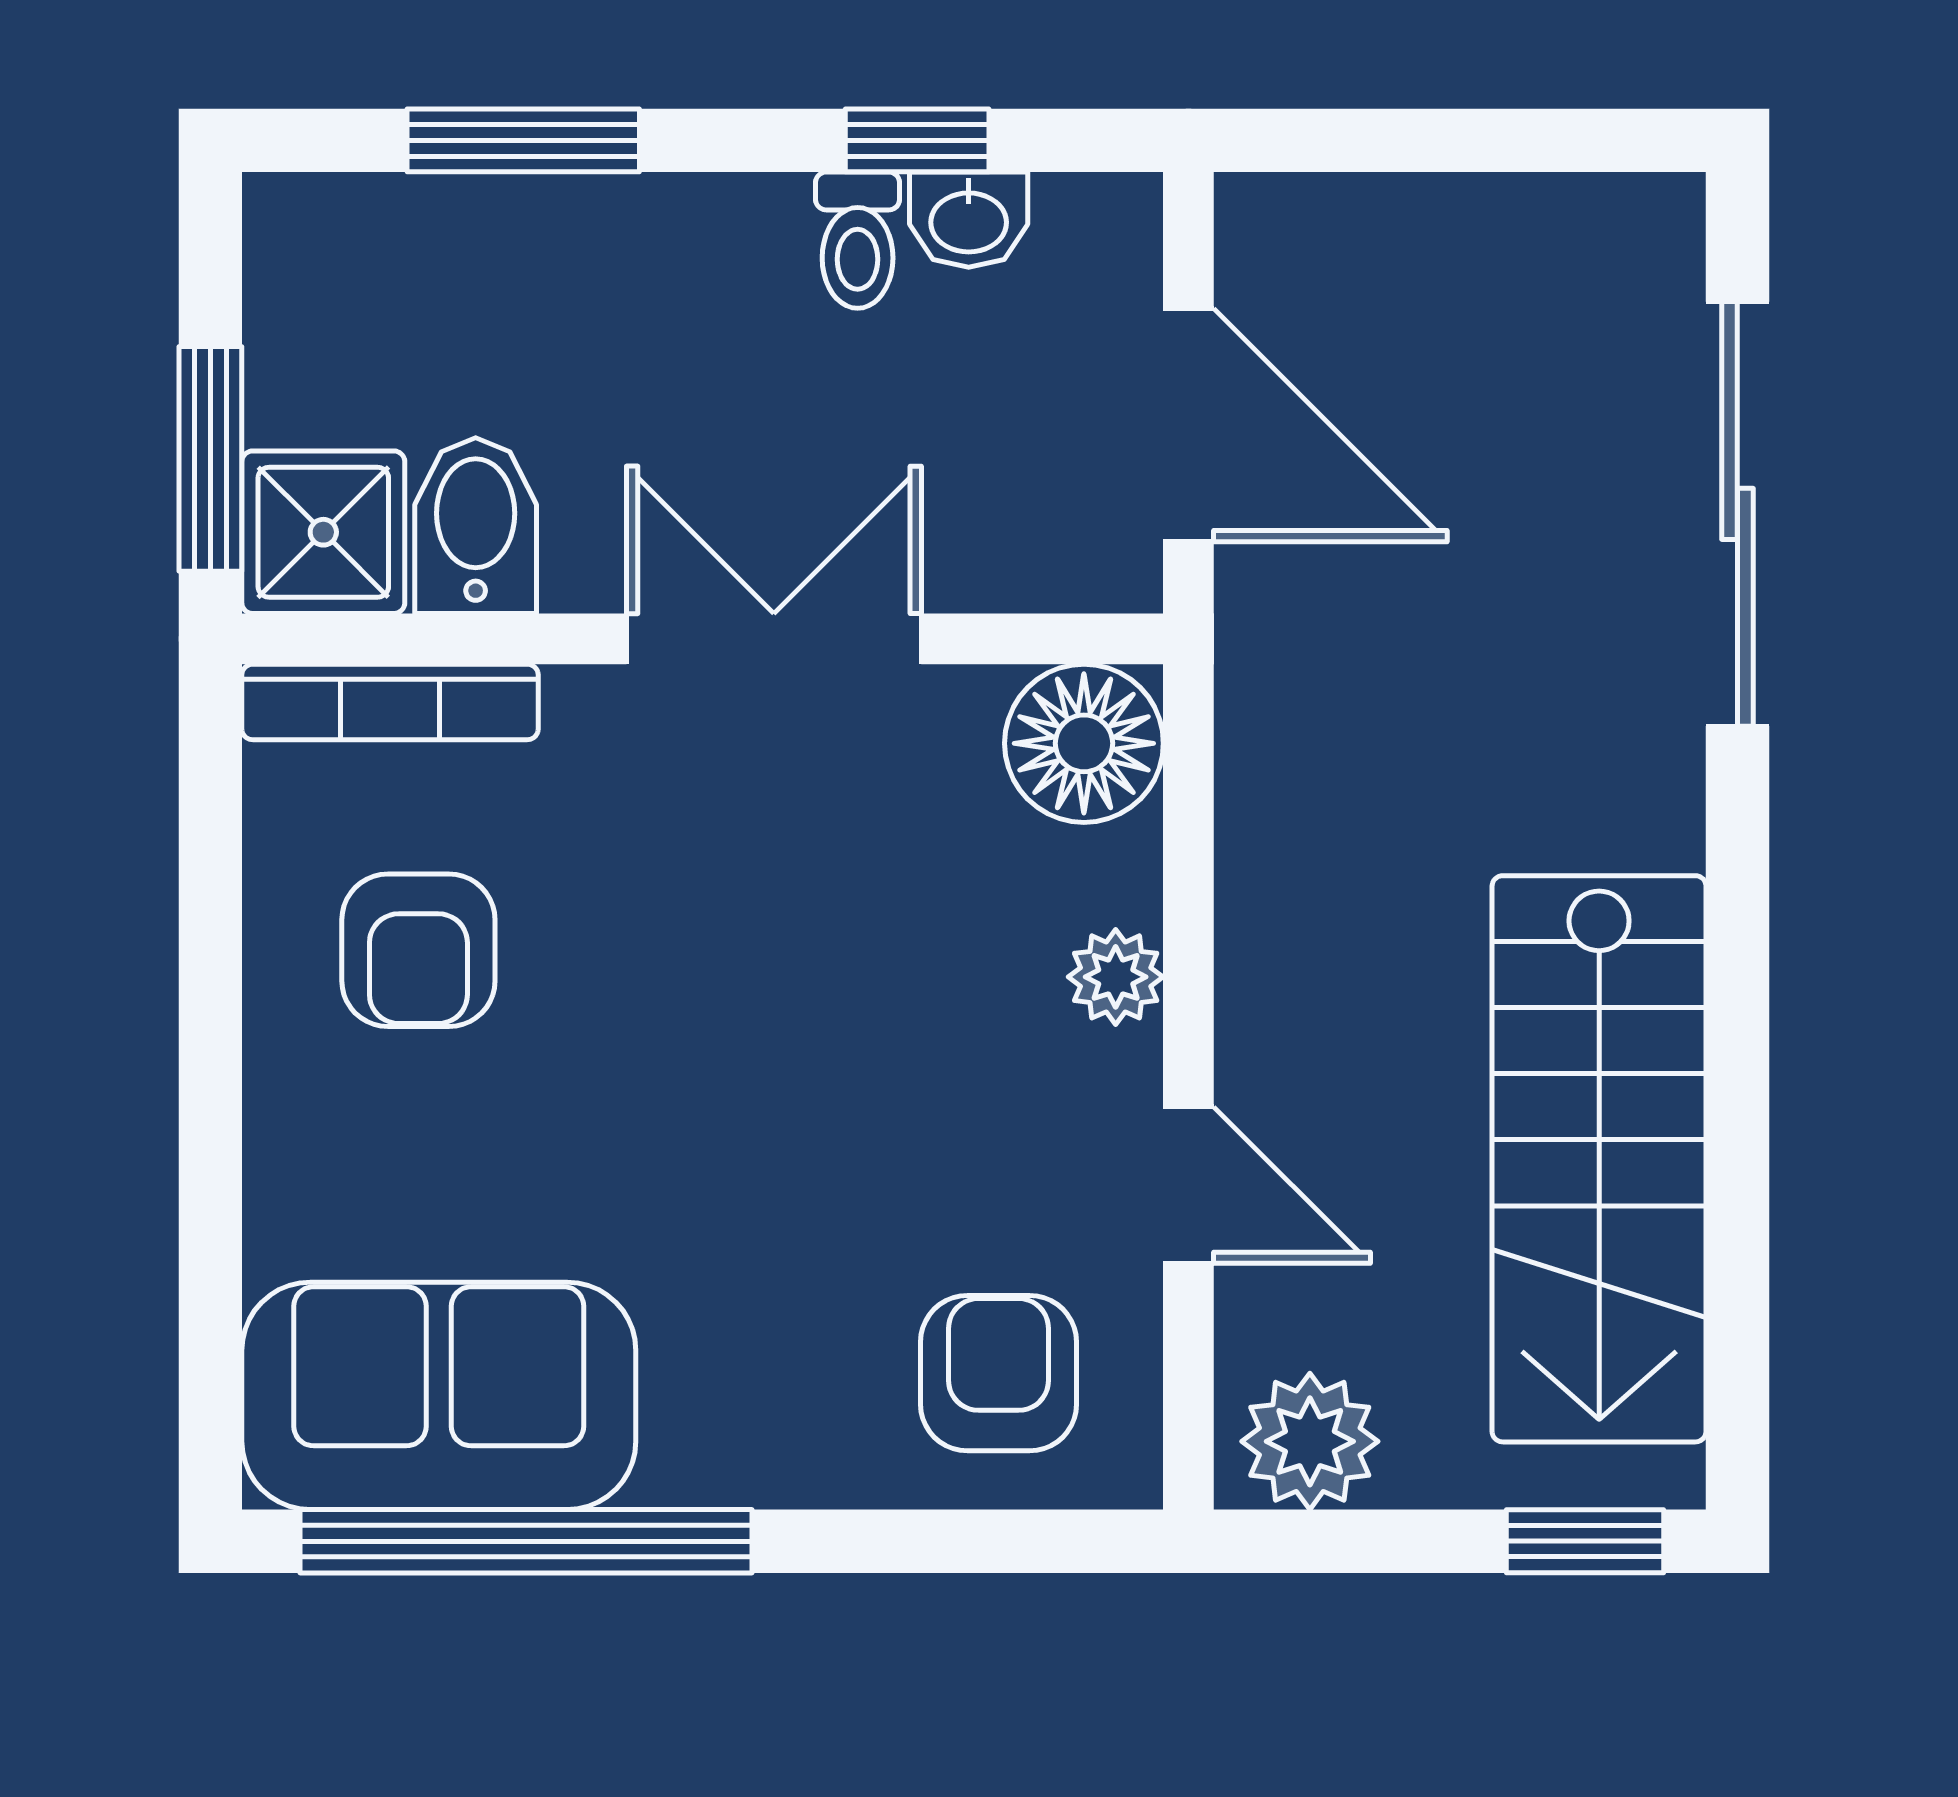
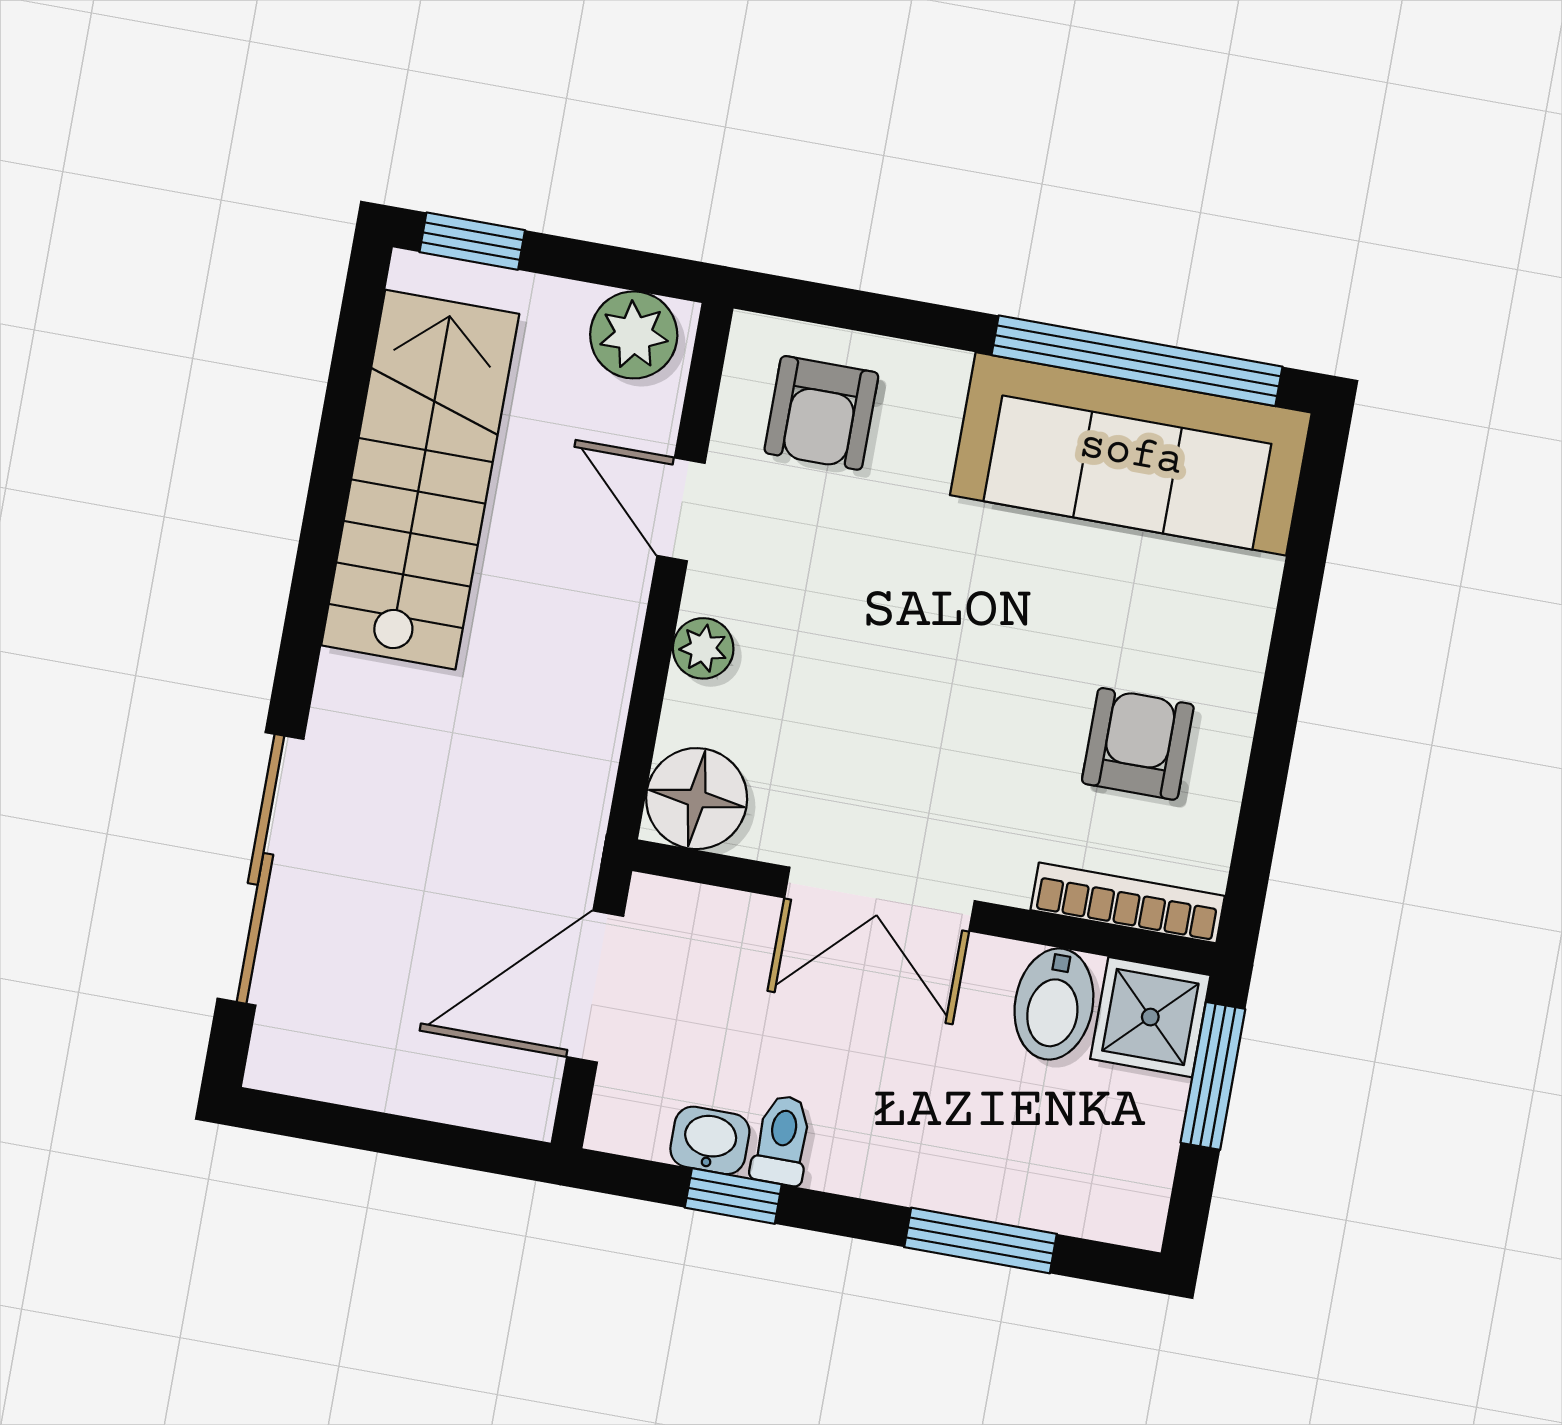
door: (1188, 425) -> (595, 987), hinge flipped
sofa: (439, 1396) -> (1131, 454), width x1.36

